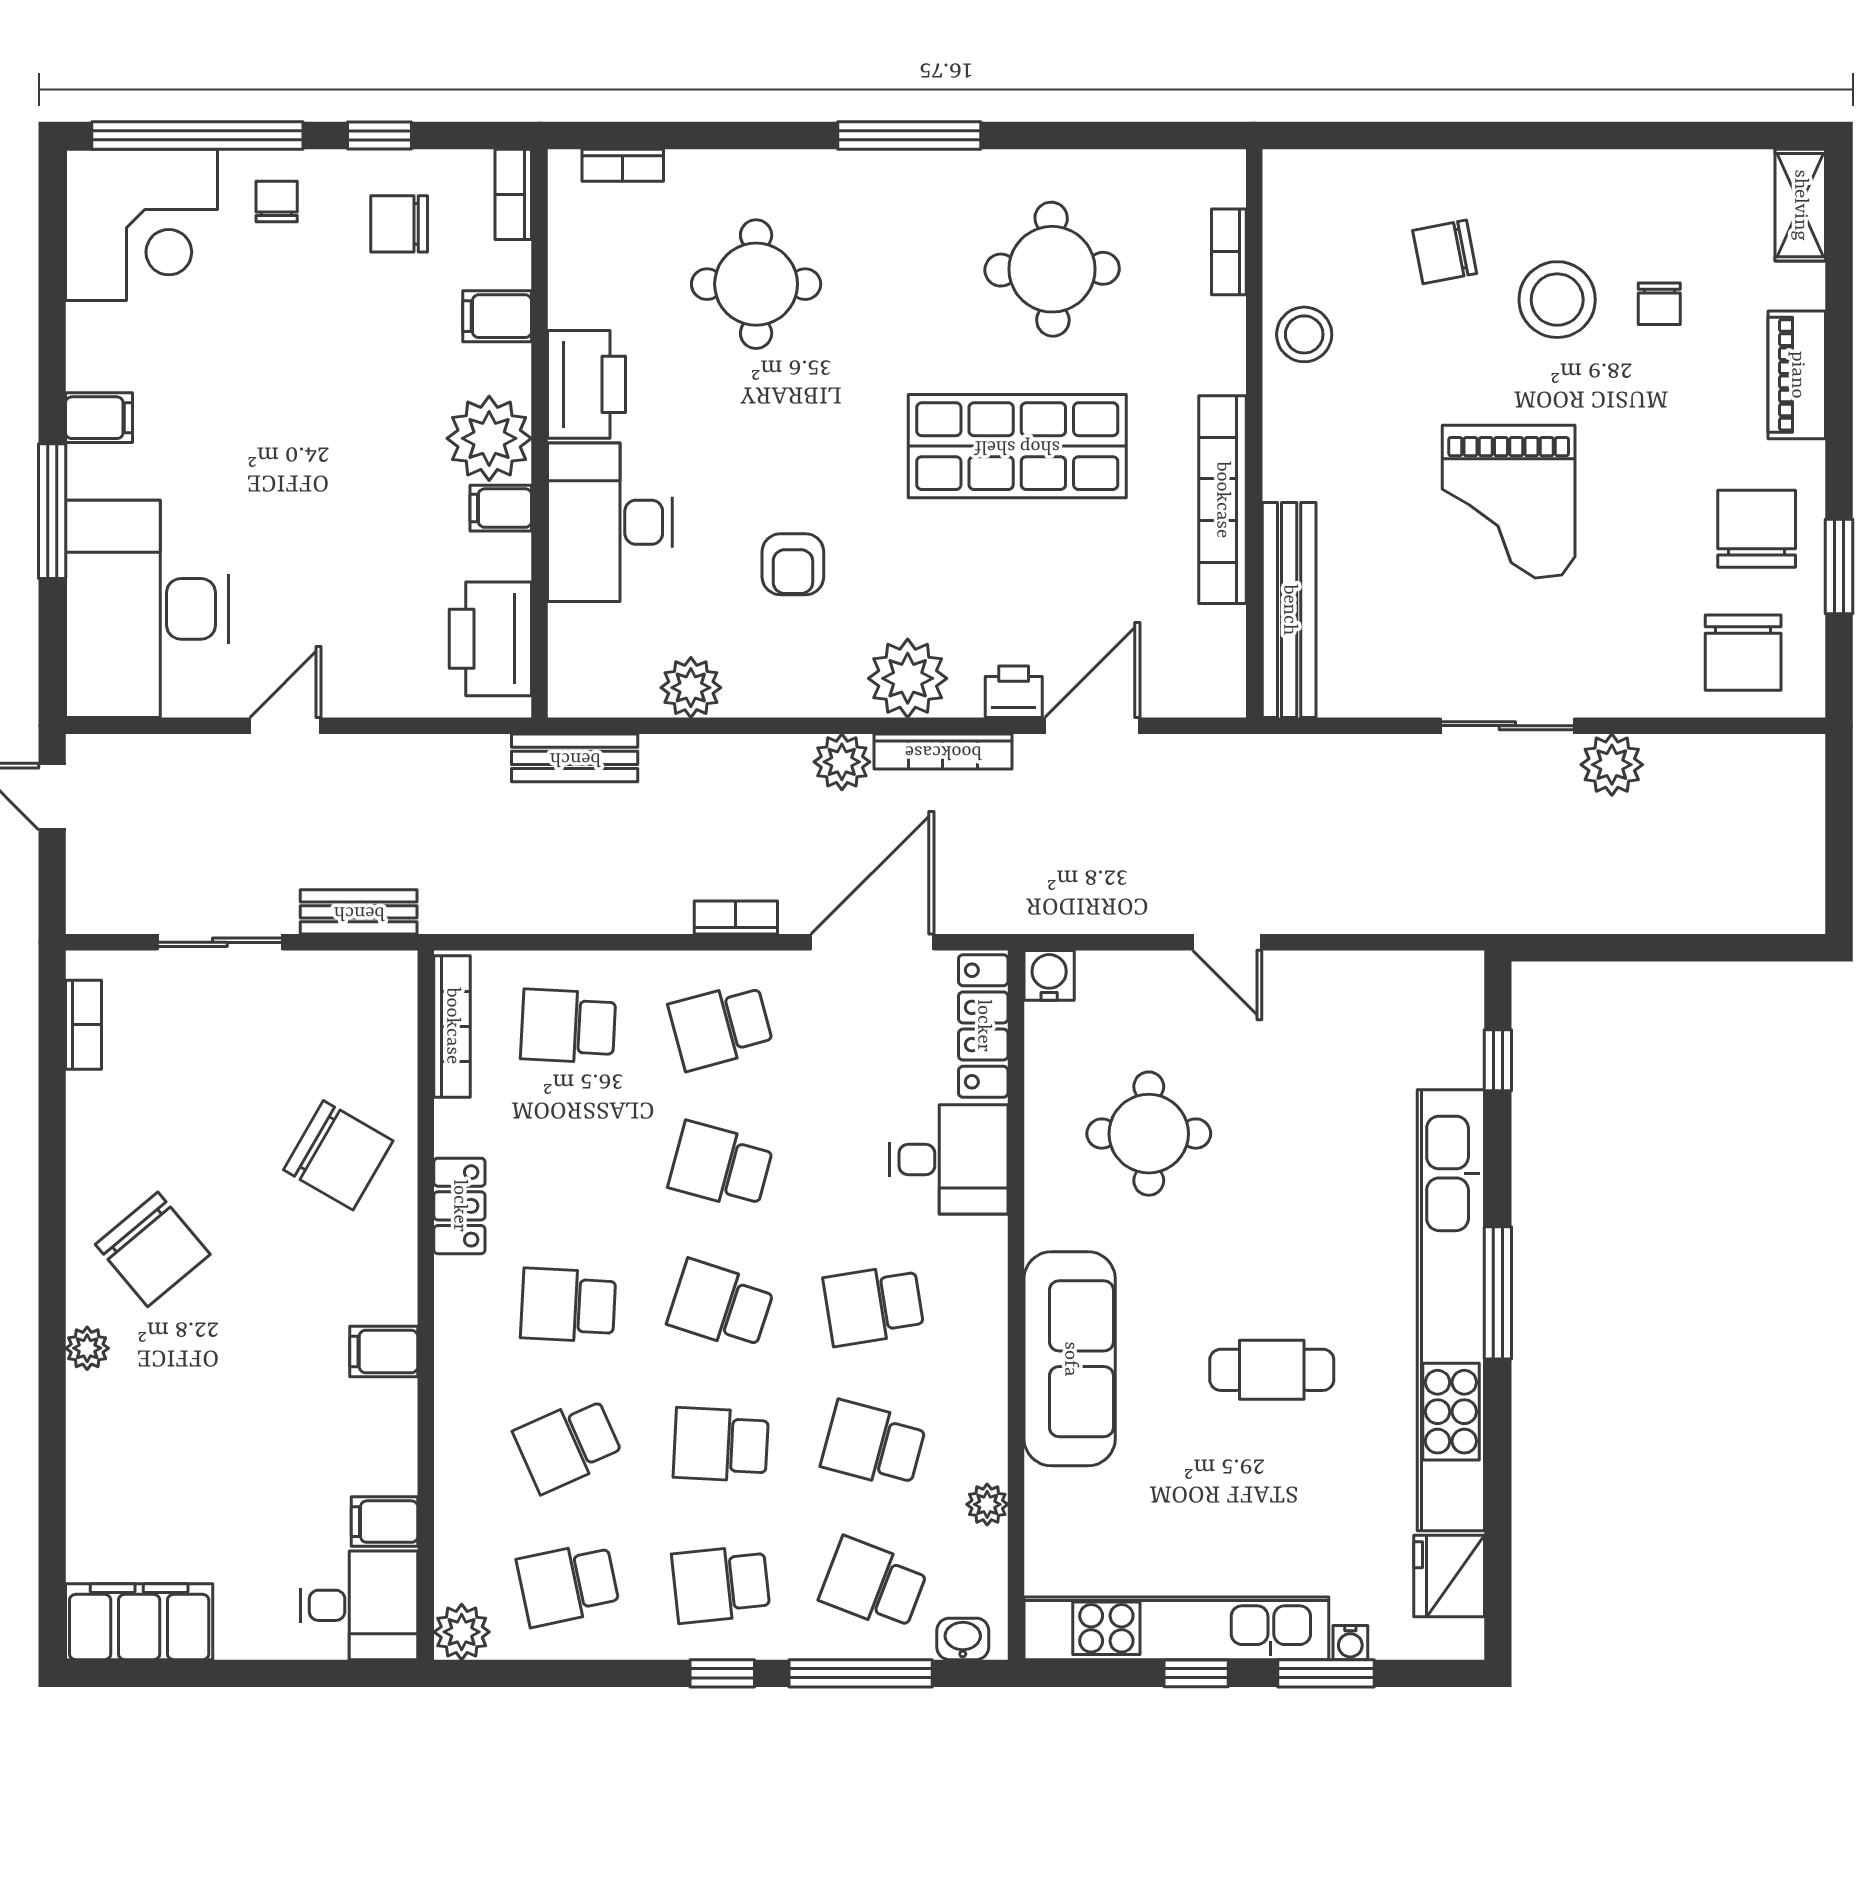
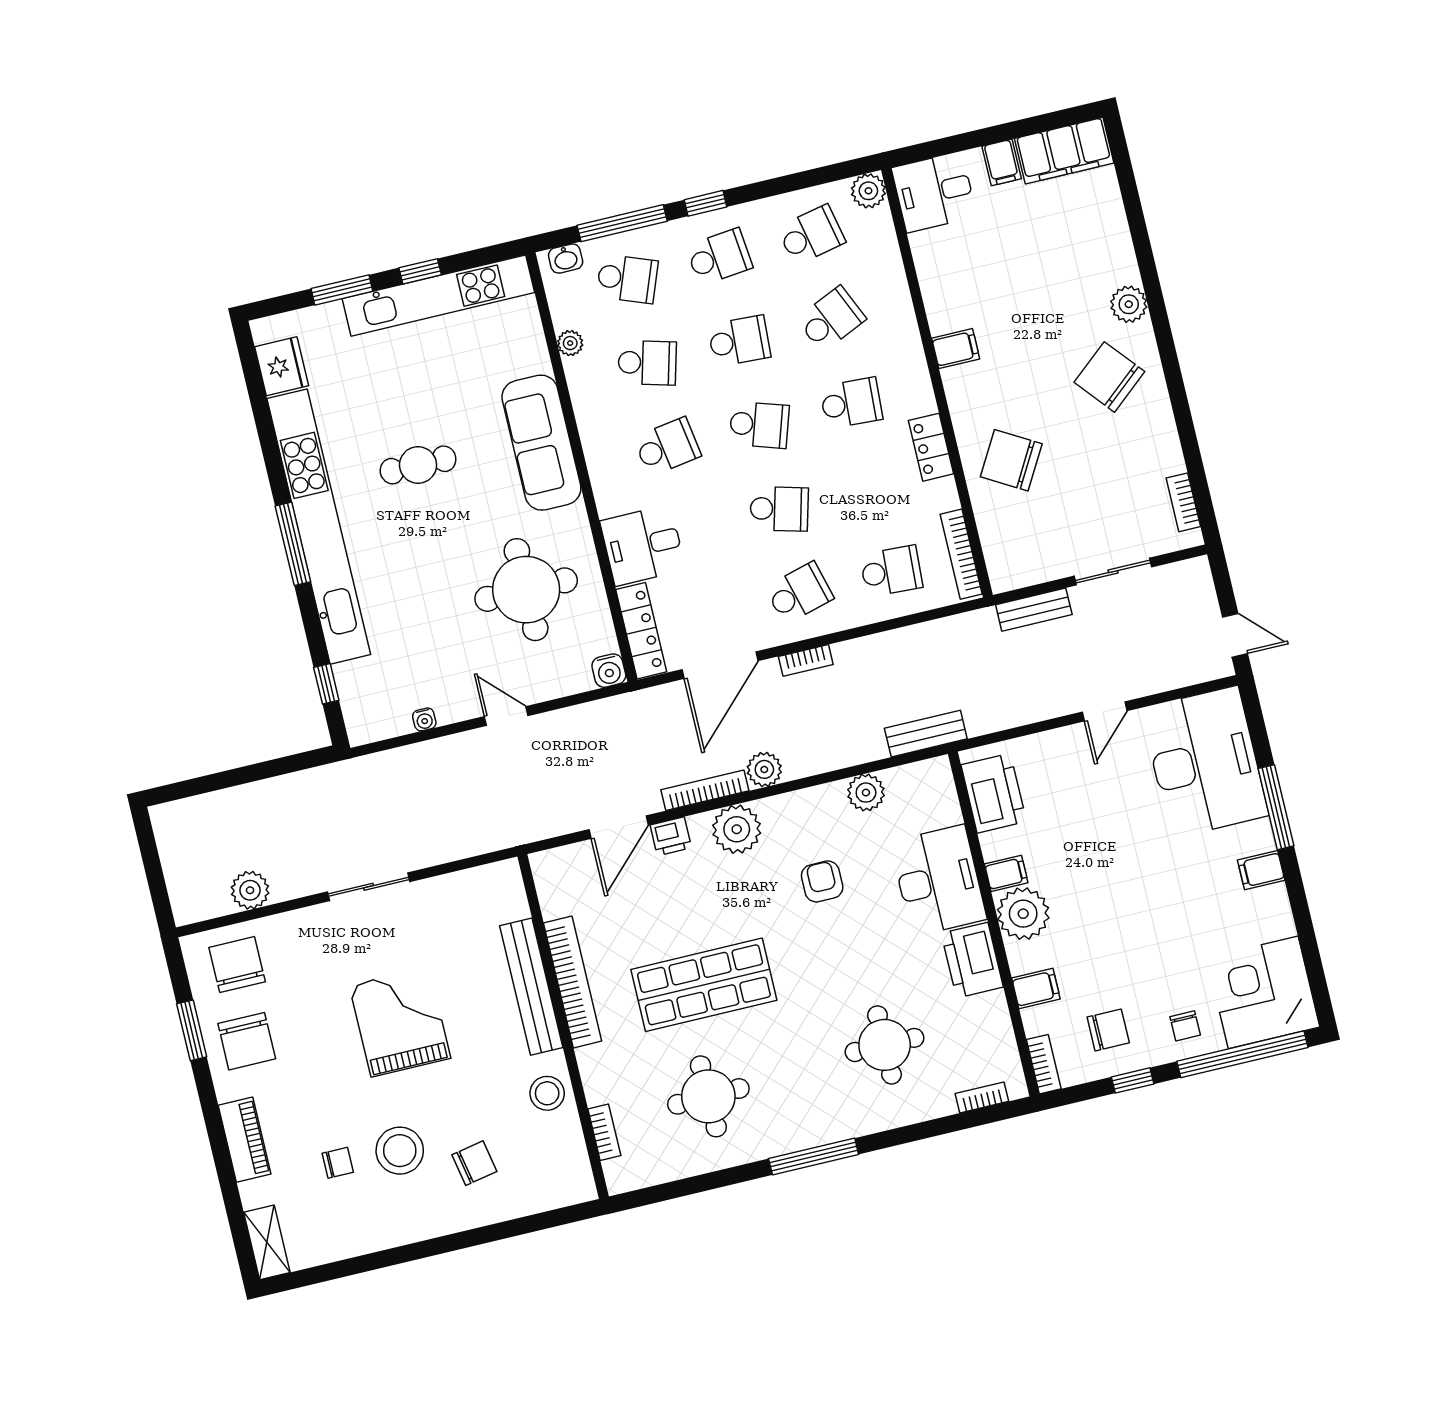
chair: (1659, 304) -> (338, 1163), turned 90
bench: (1289, 610) -> (531, 987), moved
plant: (1612, 765) -> (250, 890), moved
round table: (1149, 1134) -> (526, 590), width x1.36, depth x1.36
plant: (87, 1348) -> (1129, 304), width x1.38, depth x1.38
filing cabinet: (384, 1522) -> (1002, 162), moved, turned 90
water cooler: (1350, 1643) -> (424, 719), moved, turned 180

